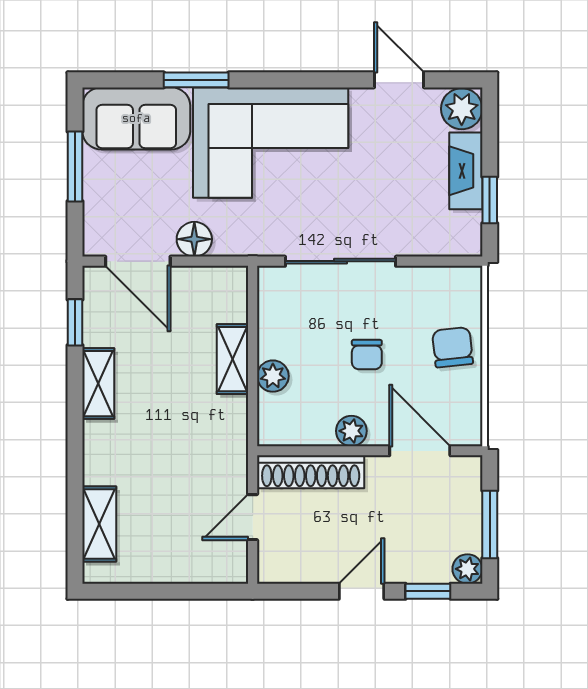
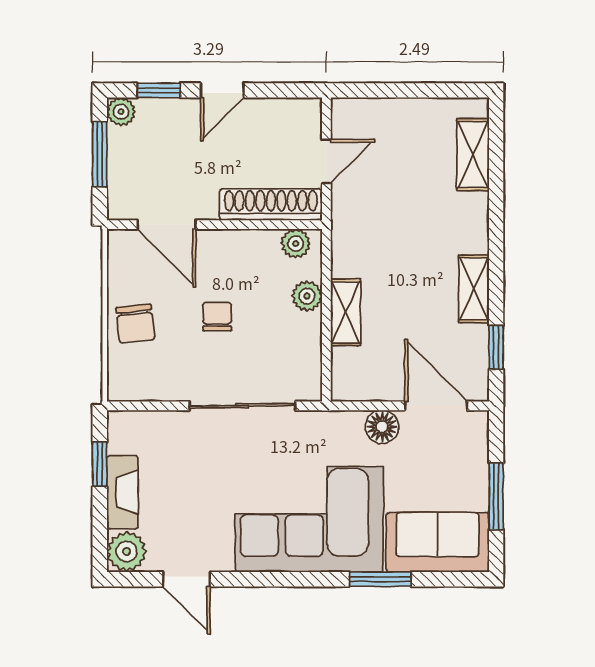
plant: (351, 431) -> (296, 244), moved

